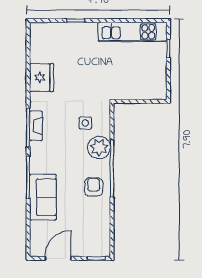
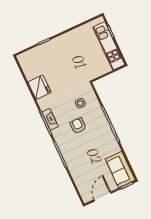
kitchen unit: (132, 32) -> (109, 46), moved, turned 90
plant: (99, 147) -> (96, 115), removed
armchair: (94, 187) -> (78, 126), moved
sofa: (43, 197) -> (120, 170), moved, turned 180

